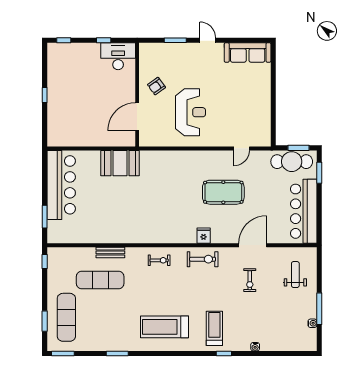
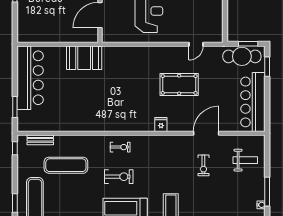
bench: (110, 252) -> (40, 140), moved
exercise bike: (203, 259) -> (119, 177), moved
weight bench: (295, 275) -> (245, 160), turned 90

